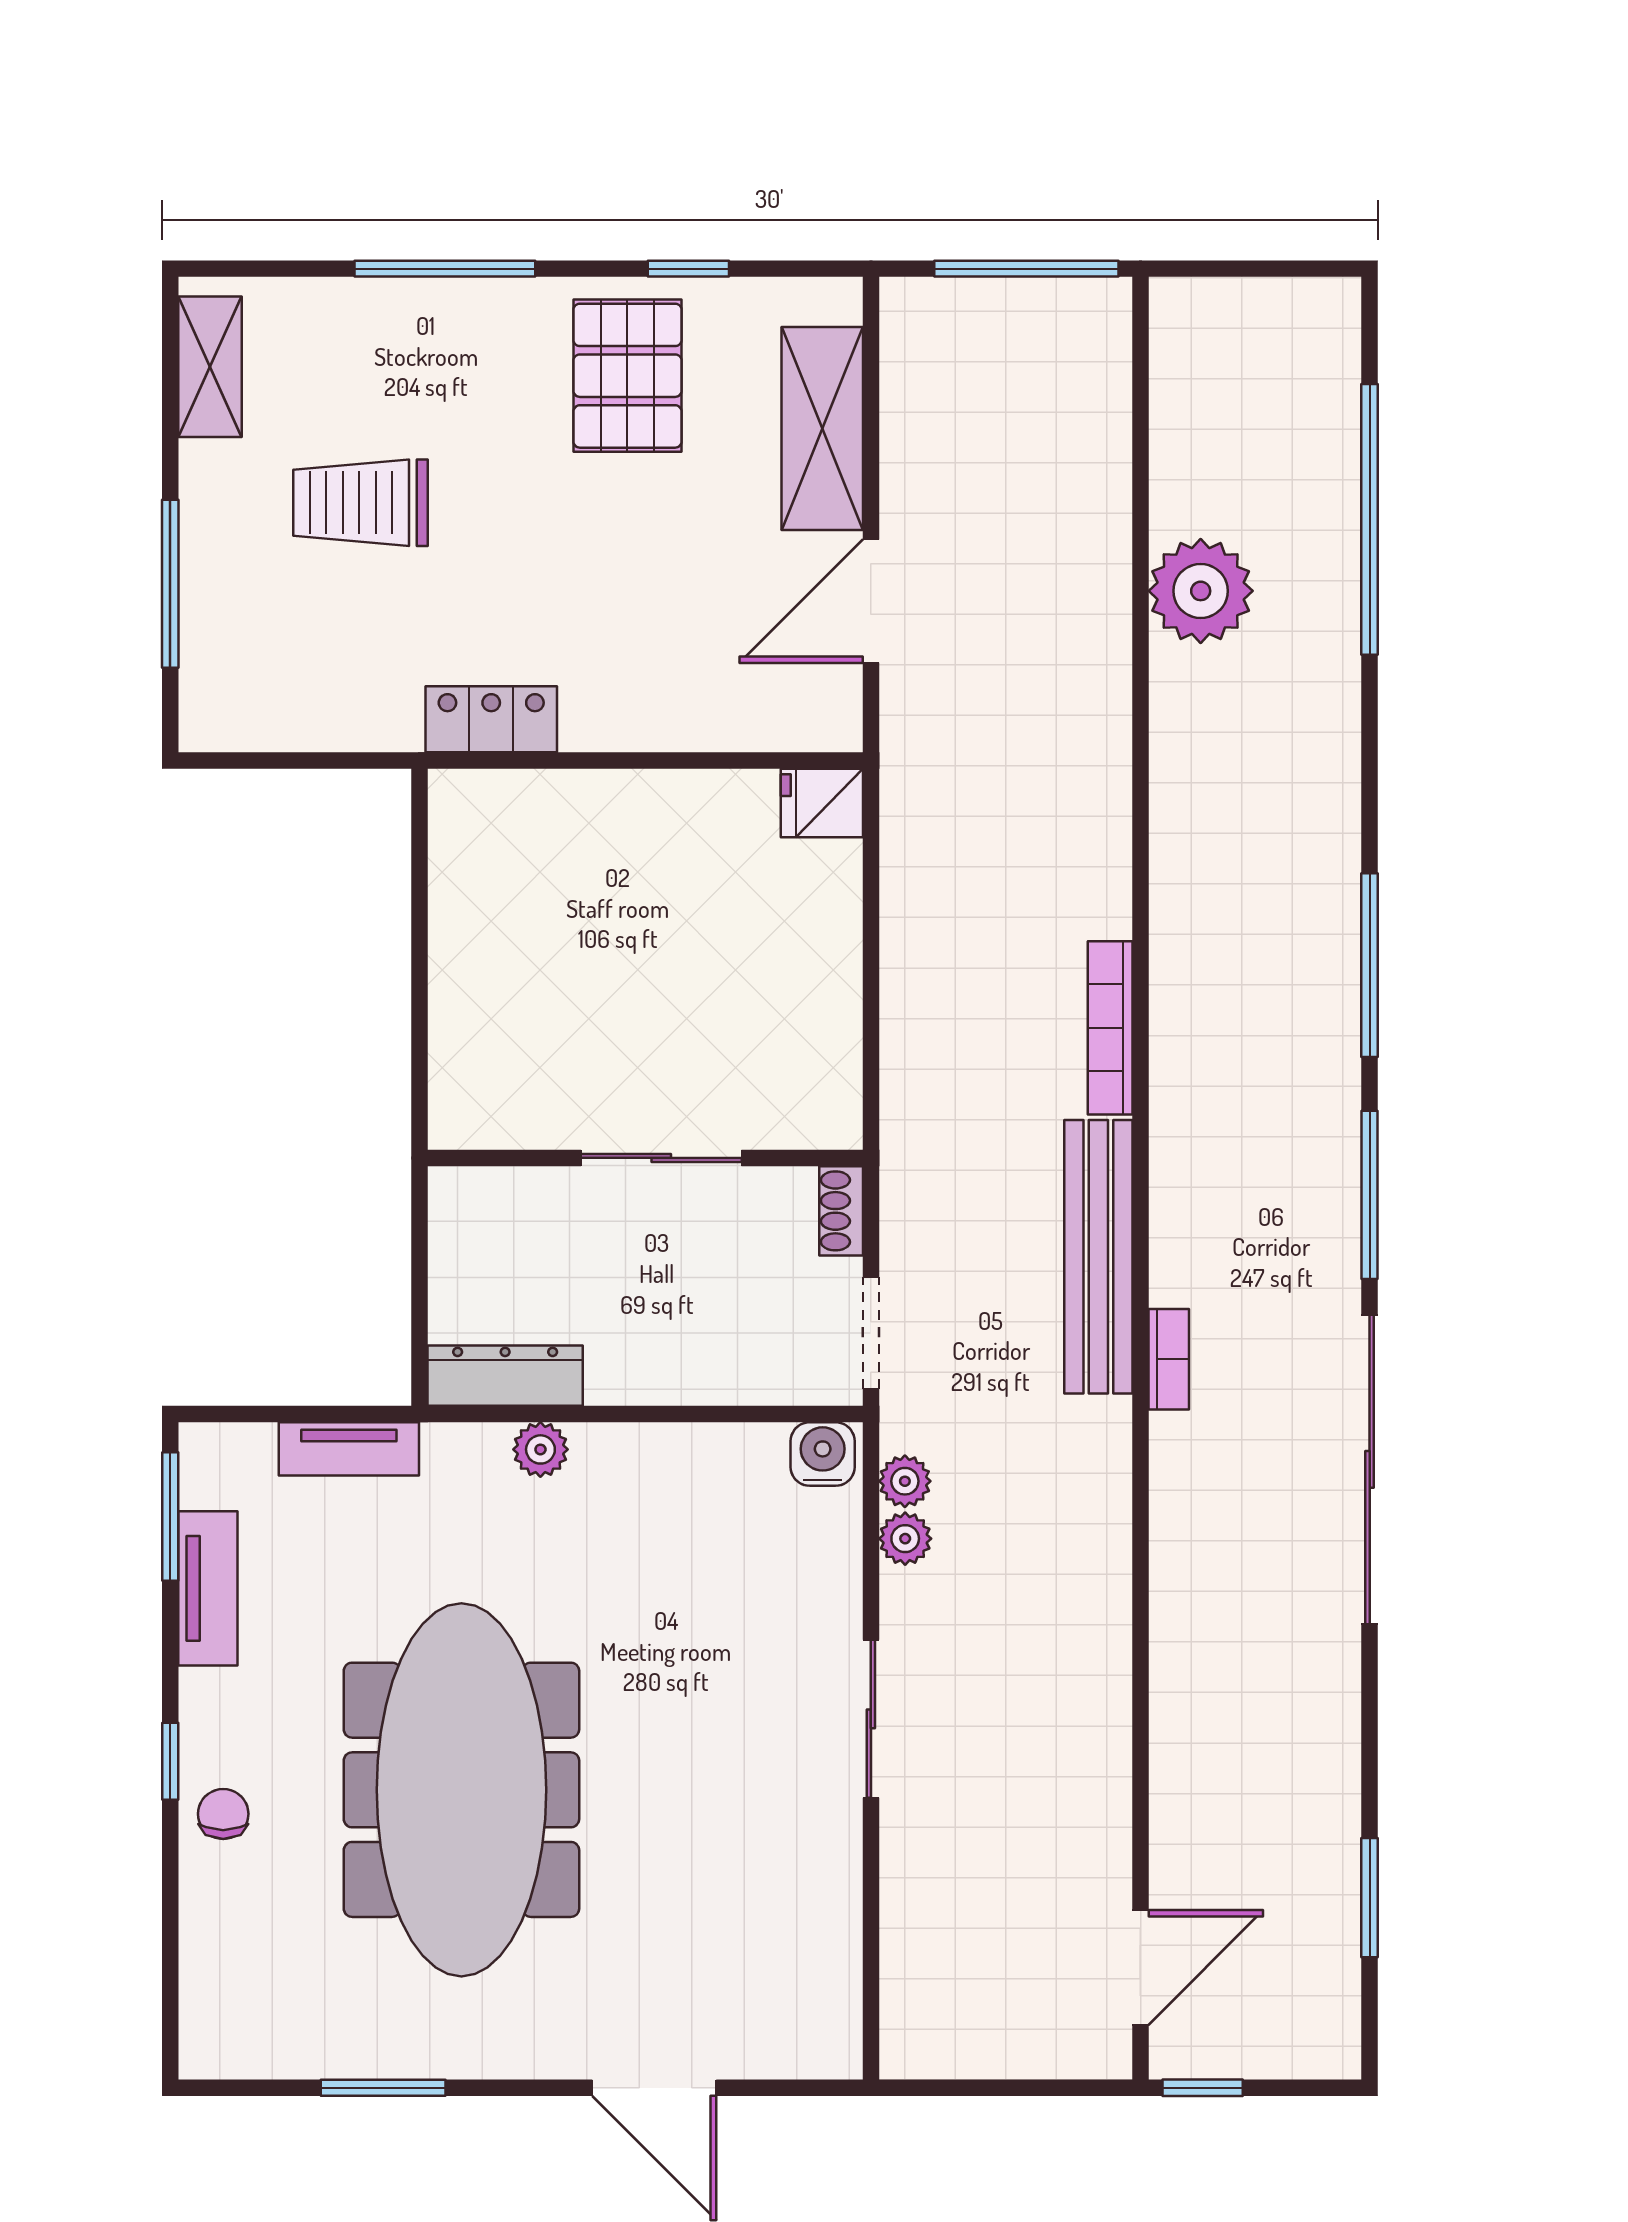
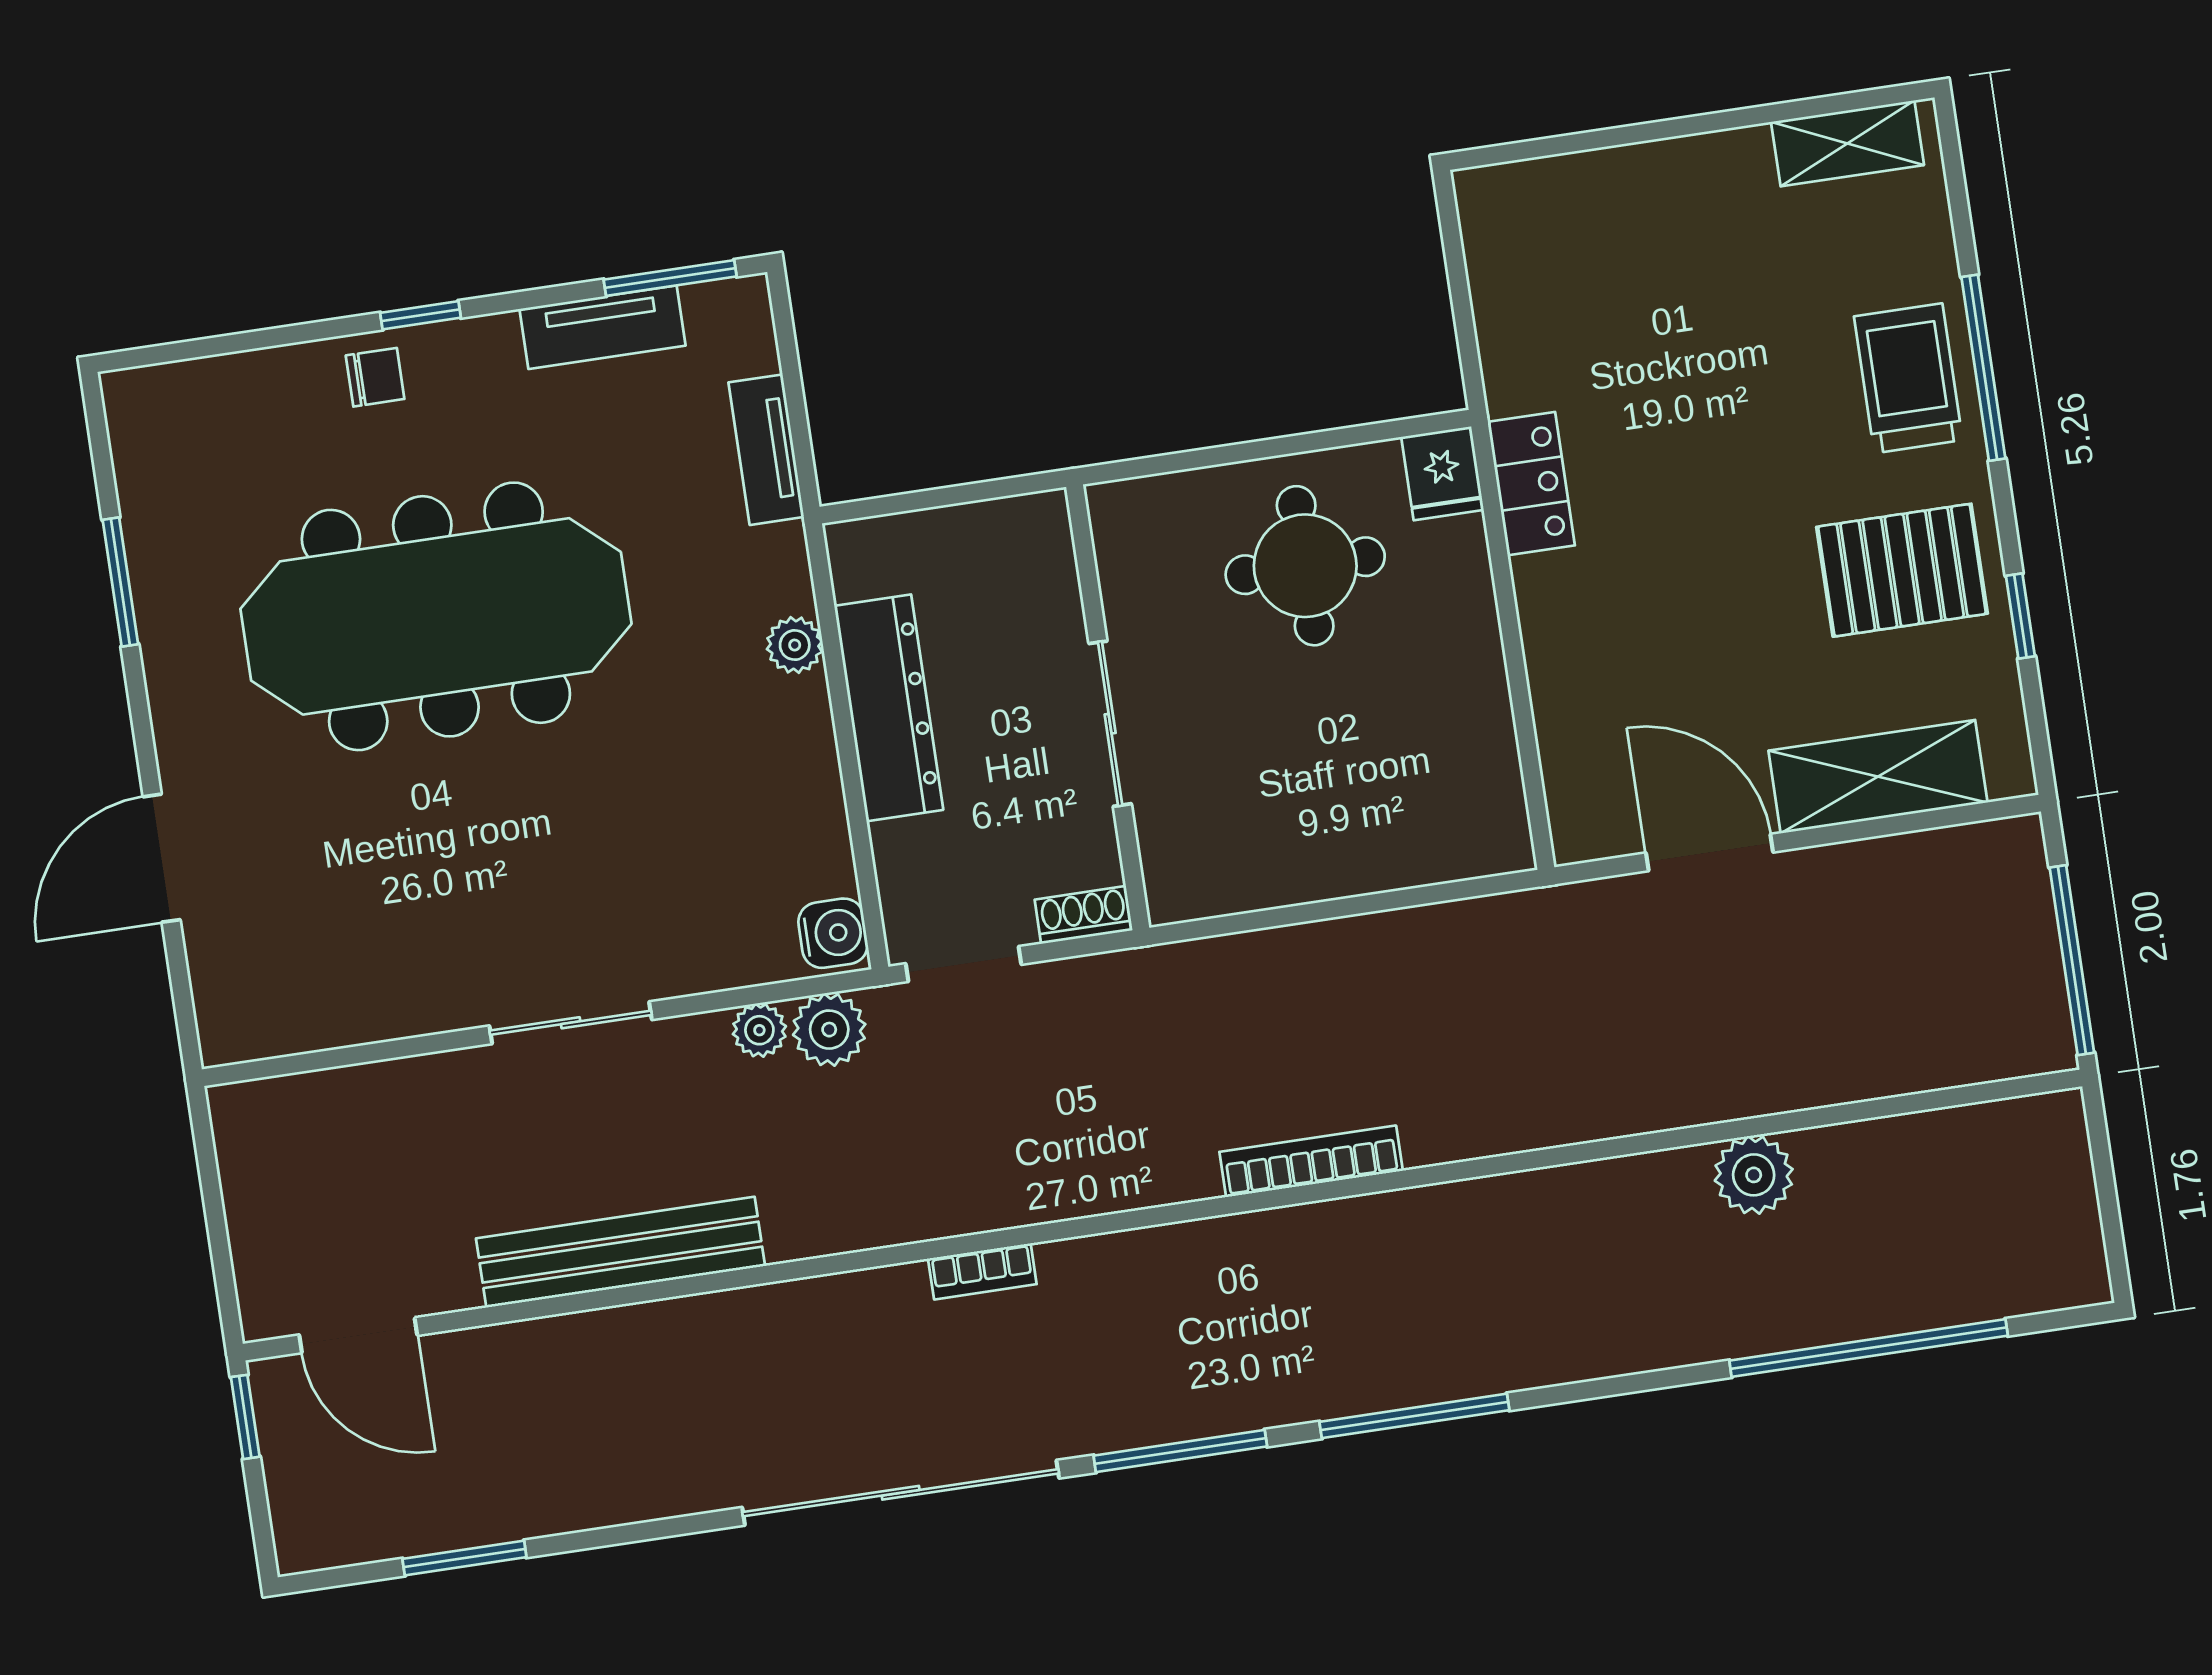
trolley: (360, 503) -> (1908, 378), moved
window: (170, 584) -> (1620, 136), removed
plant: (1201, 591) -> (1754, 1175), width x0.73, depth x0.73
fridge: (822, 803) -> (1442, 473), moved, turned 180
round table: (538, 948) -> (1305, 566), added
bench: (1098, 1257) -> (621, 1252), moved
dresser: (505, 1376) -> (889, 708), moved, width x1.37, depth x1.24
plant: (905, 1481) -> (829, 1030), width x1.38, depth x1.38

